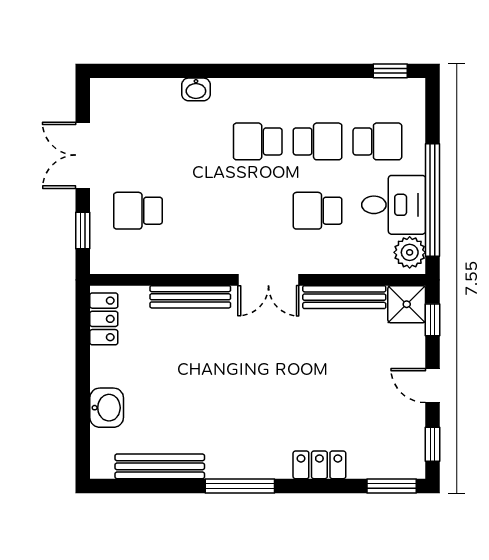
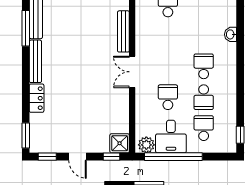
school desk: (377, 141) -> (204, 128), turned 180
bench: (344, 297) -> (35, 61), moved
door: (433, 386) -> (78, 157), swing flipped
window: (240, 486) -> (26, 28), moved

